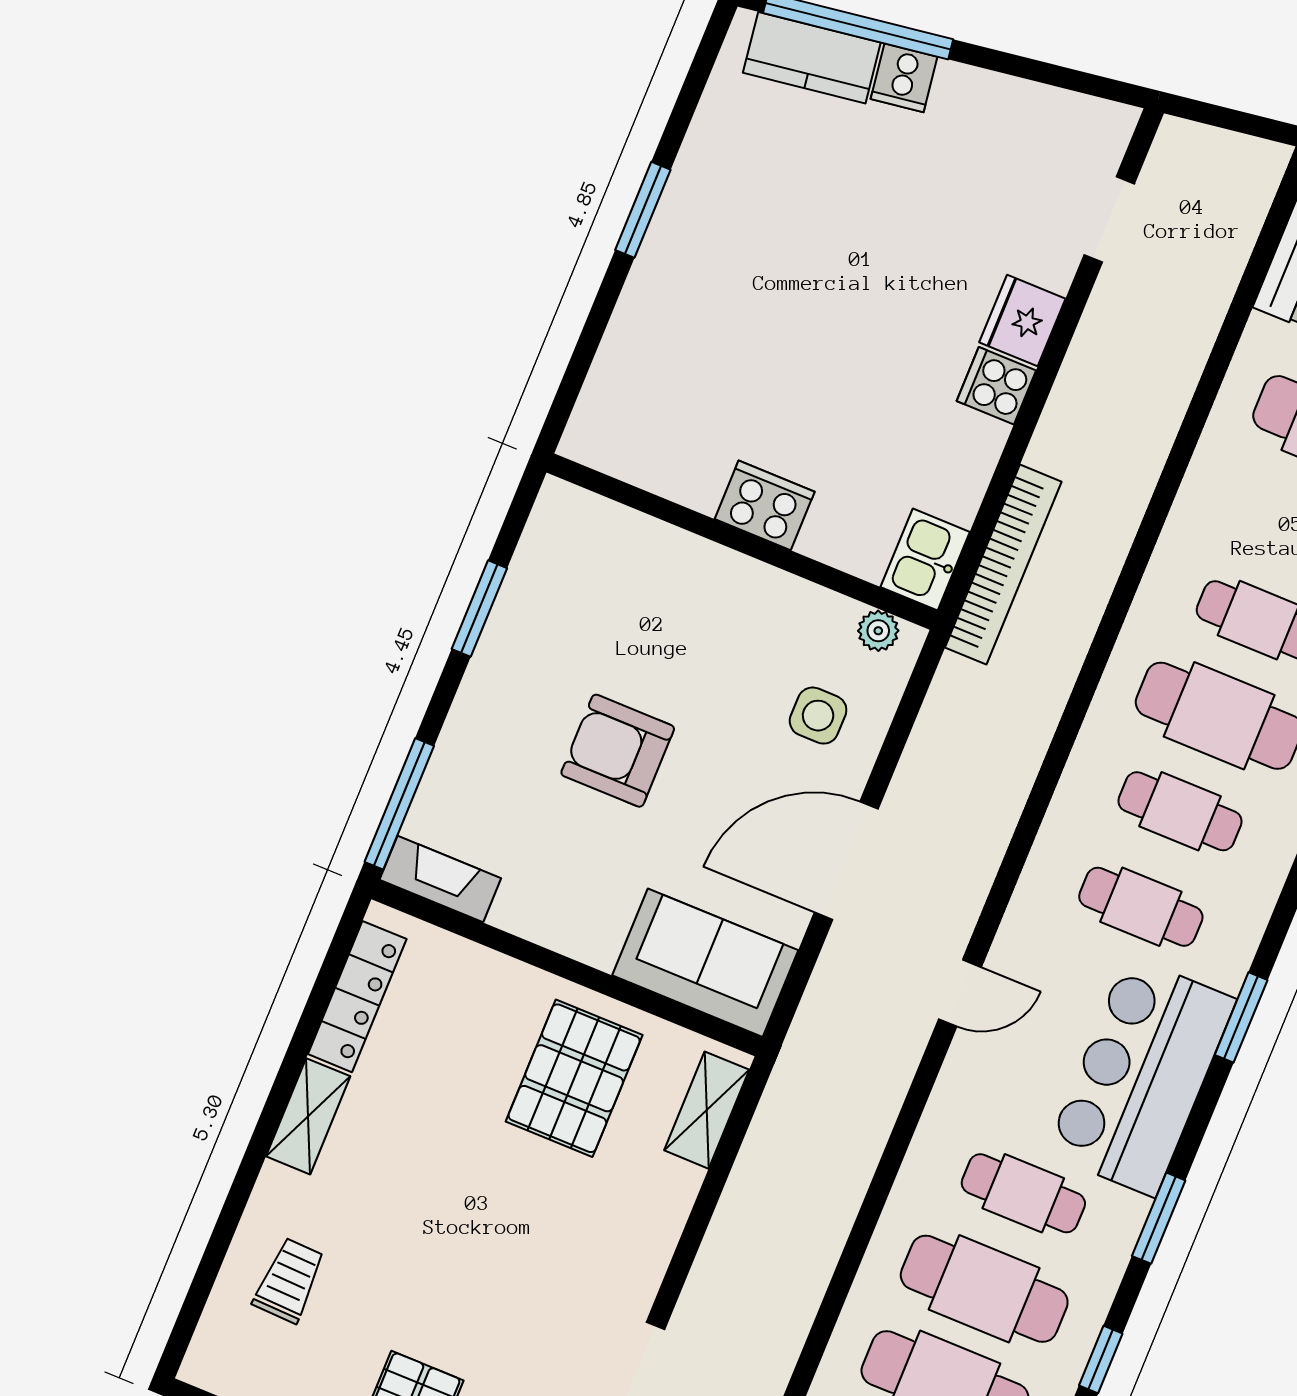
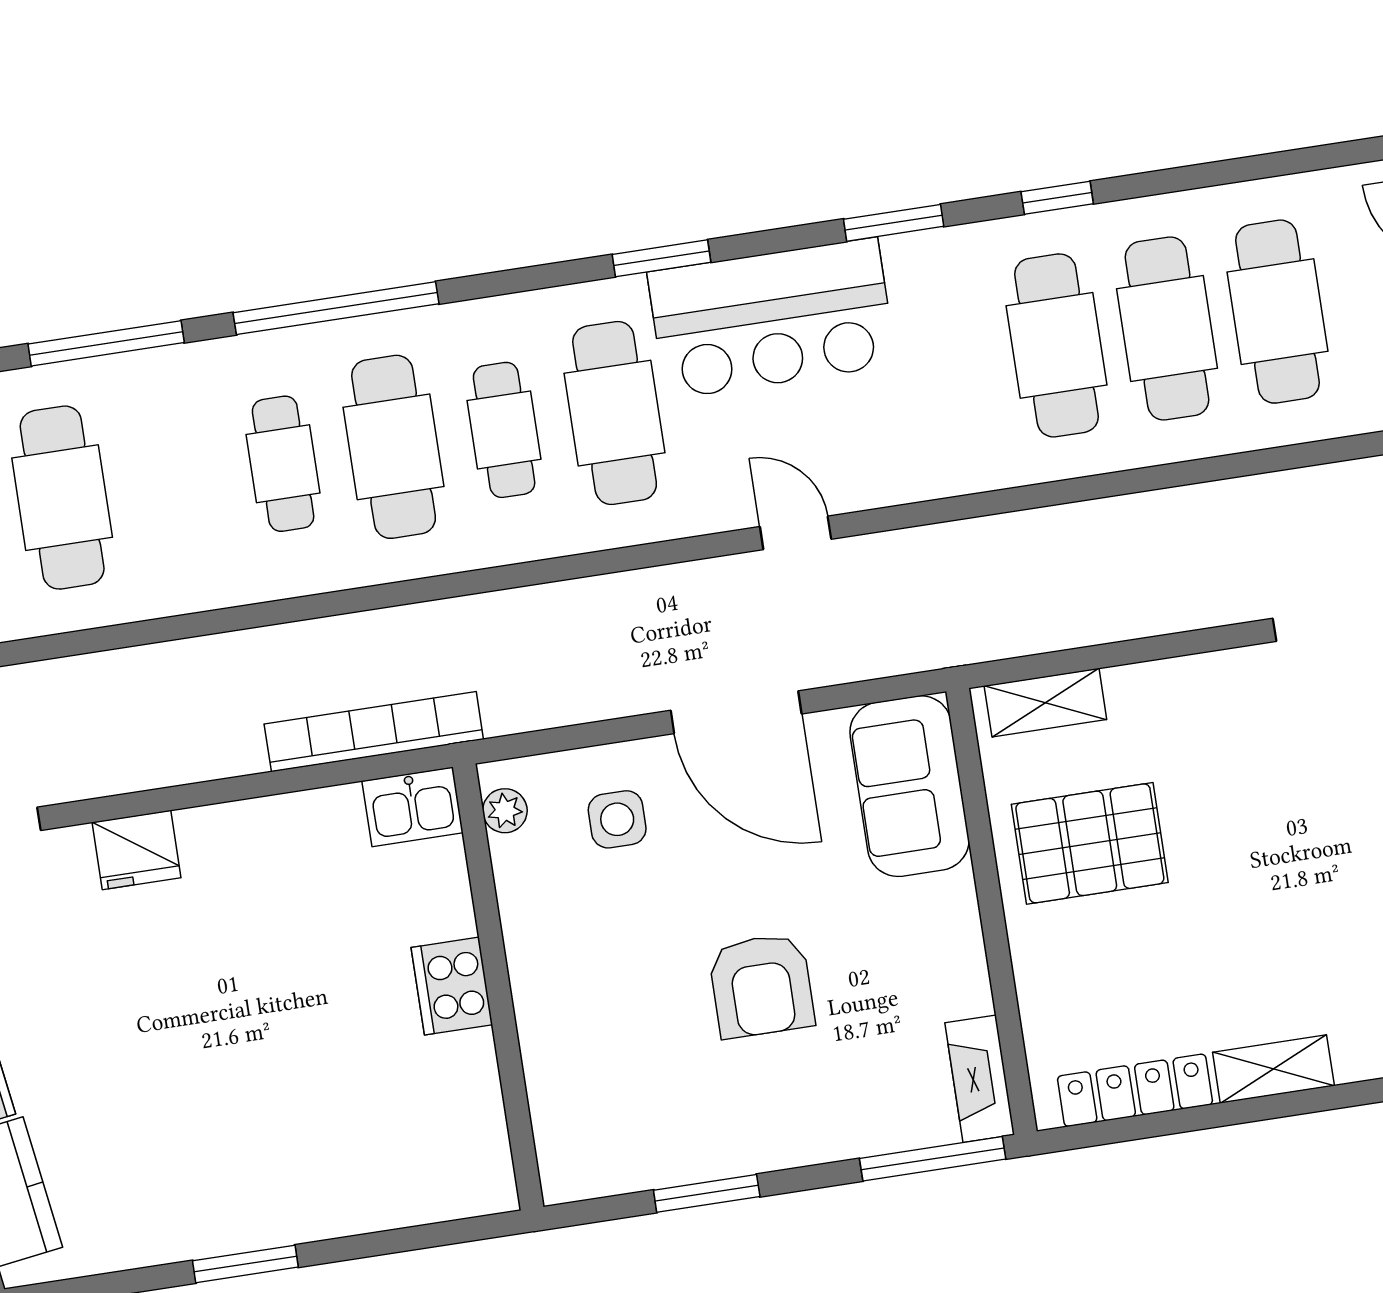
cooker: (996, 386) -> (212, 838), removed
cafe table: (1141, 907) -> (615, 413), width x1.37, depth x1.35
cafe table: (1023, 1193) -> (946, 362), removed

